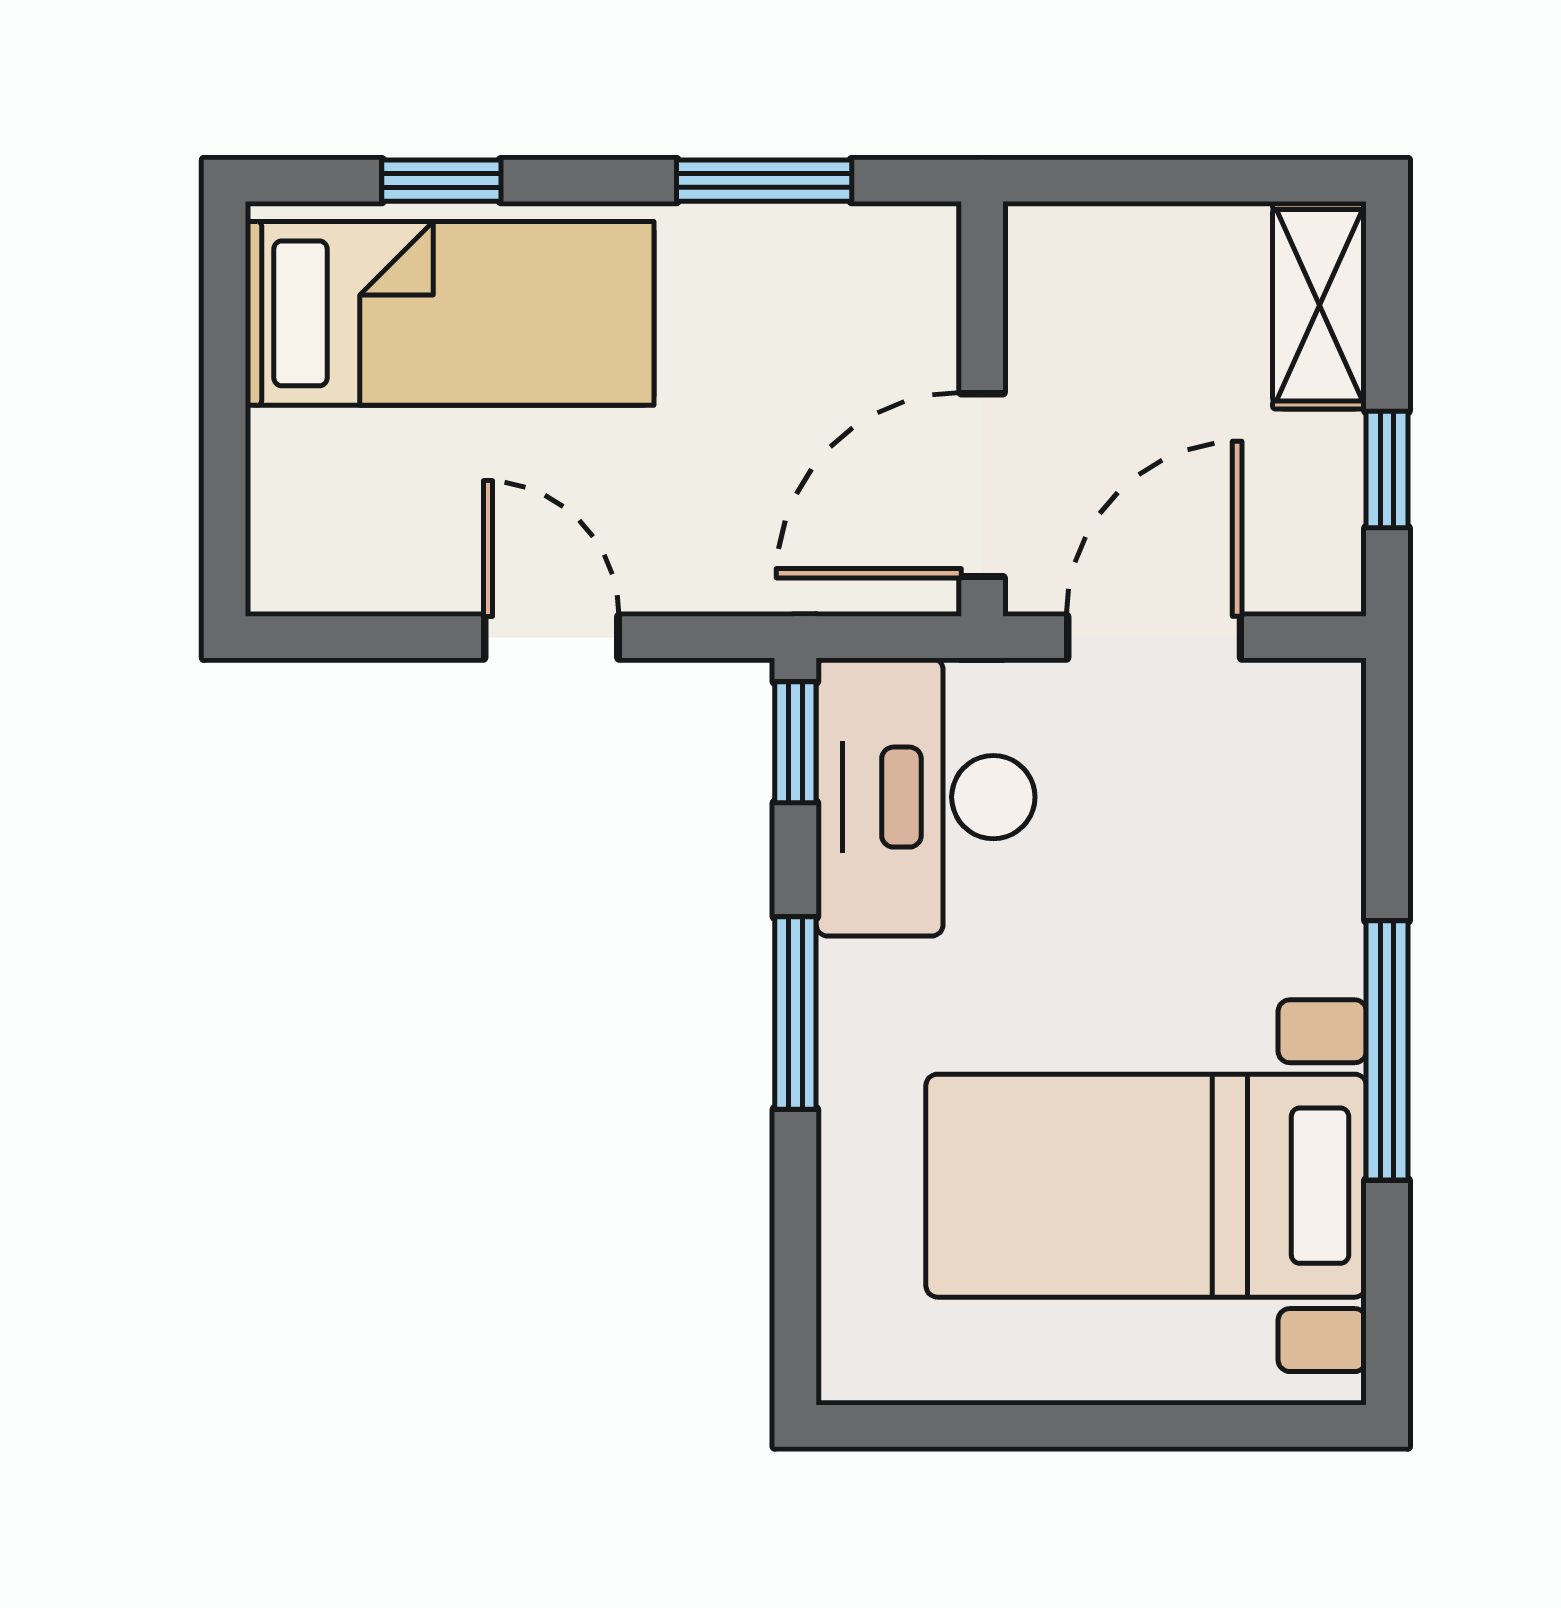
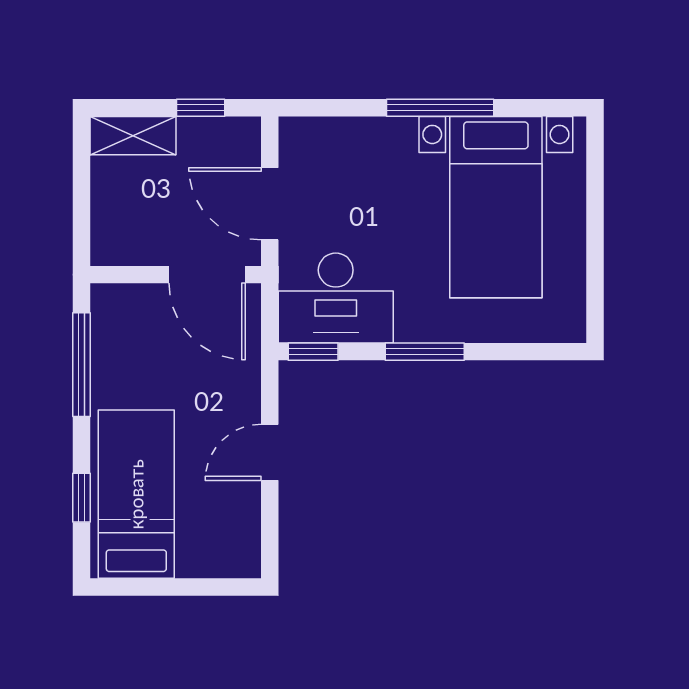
window: (764, 181) -> (82, 365), width x1.44

